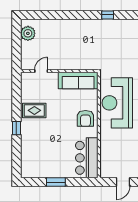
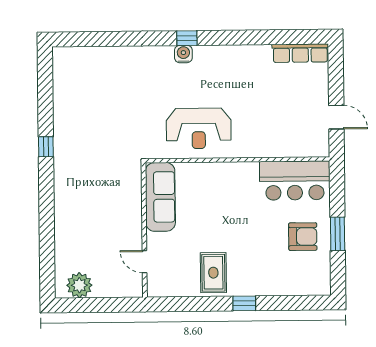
reception desk: (117, 103) -> (199, 128), width x0.74, depth x0.77
armchair: (85, 118) -> (303, 237), moved

